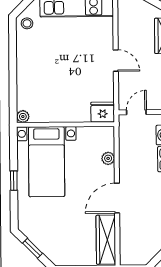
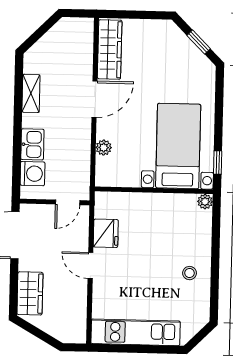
stool: (27, 23) -> (189, 273), moved
fridge: (103, 112) -> (106, 233), moved, turned -90
window: (14, 181) -> (218, 163), moved

